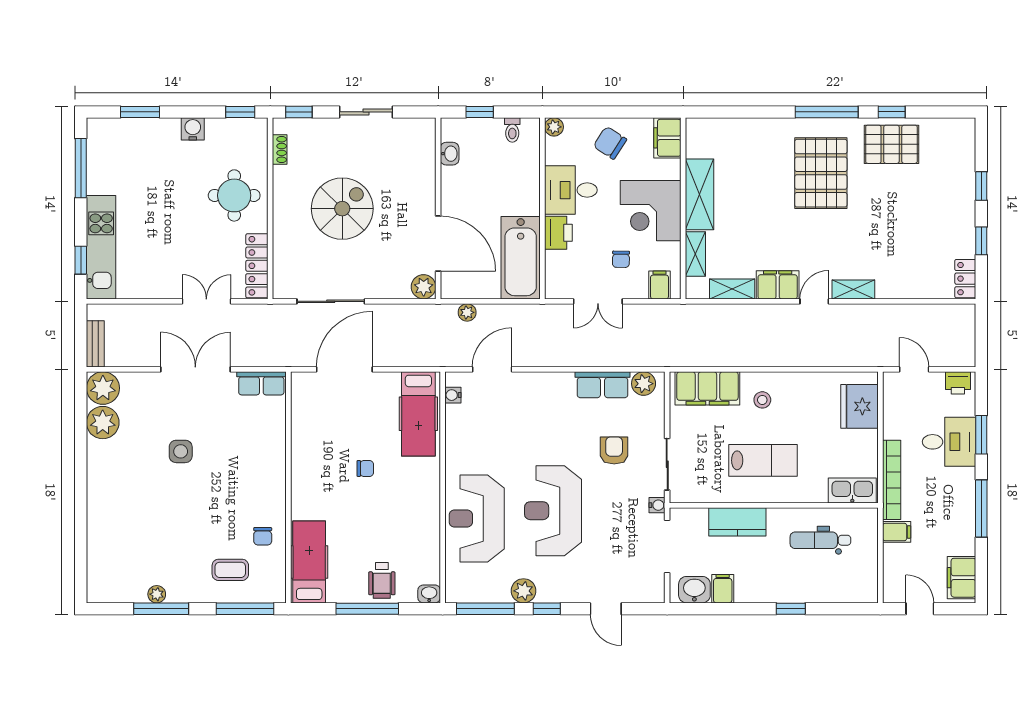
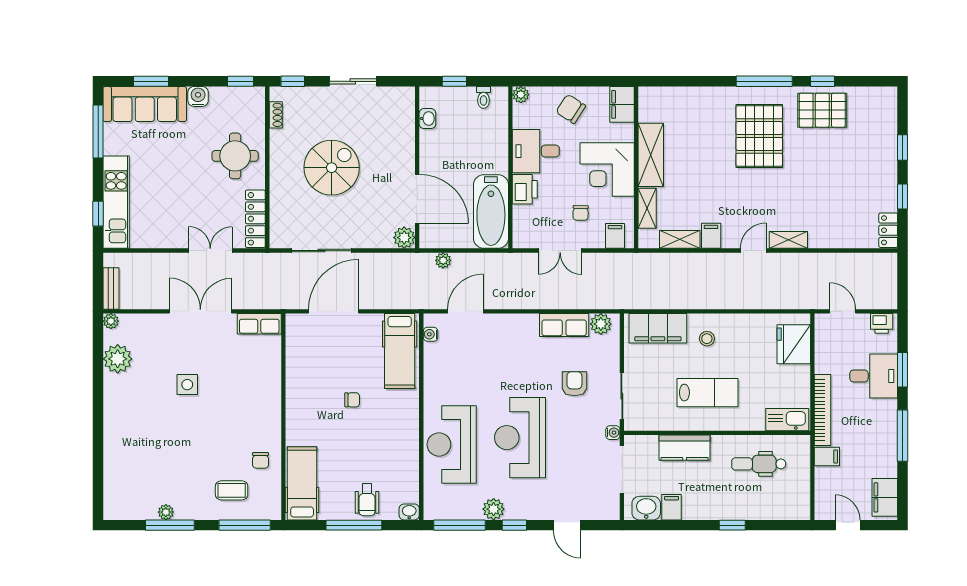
sofa: (133, 137) -> (145, 104), added
filing cabinet: (778, 285) -> (711, 236), width x0.50
plant: (103, 388) -> (111, 321), width x0.53, depth x0.53

